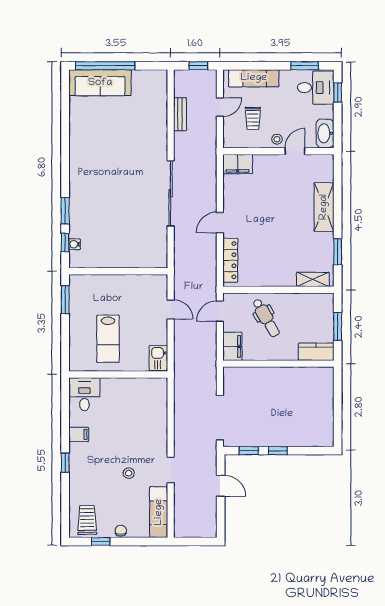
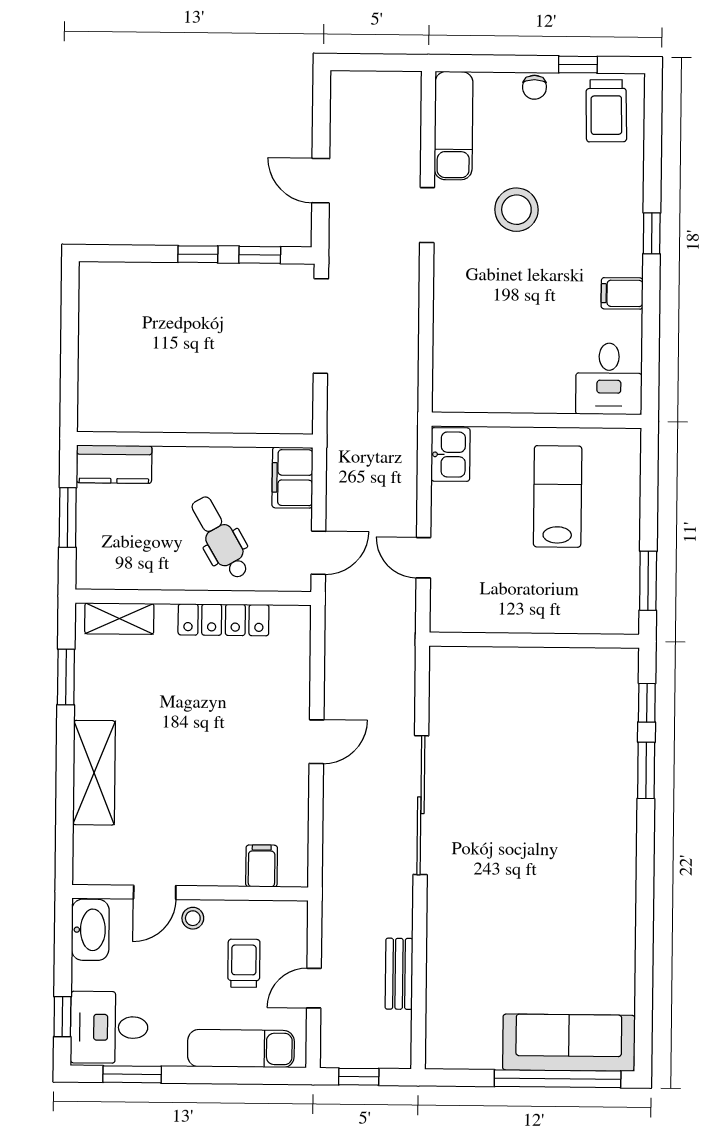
filing cabinet: (238, 164) -> (262, 866), width x0.50
water cooler: (75, 244) -> (627, 699), removed
locker: (230, 260) -> (223, 620), moved, turned -90
stool: (129, 473) -> (516, 210), width x1.89, depth x1.89

